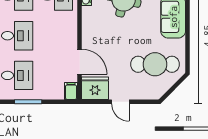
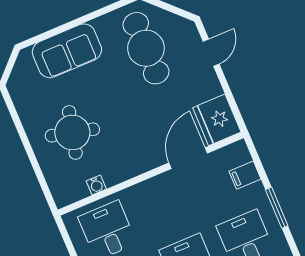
filing cabinet: (71, 91) -> (245, 175), moved
door: (120, 102) -> (211, 53), moved

